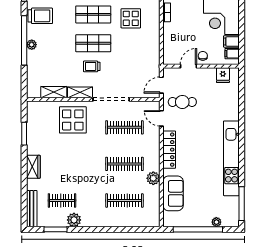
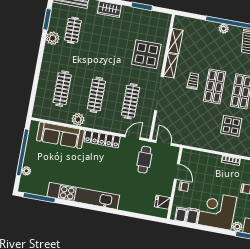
sofa: (173, 193) -> (61, 135), width x1.36

